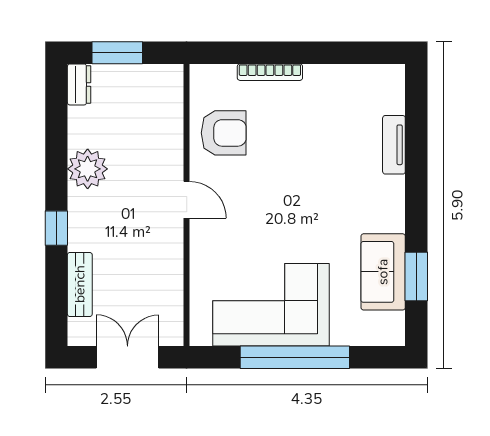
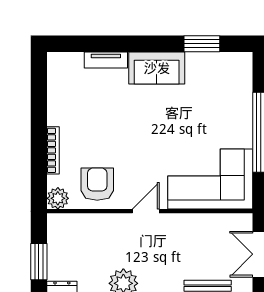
plant: (204, 79) -> (58, 198), added
sofa: (383, 272) -> (157, 68), moved
corner sofa: (271, 305) -> (210, 179), moved, turned 90

